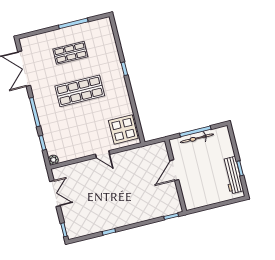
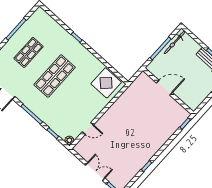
bicycle: (197, 138) -> (175, 42), moved
door: (103, 154) -> (88, 128), moved
door: (174, 170) -> (164, 88), swing flipped
double door: (55, 194) -> (95, 172), moved

